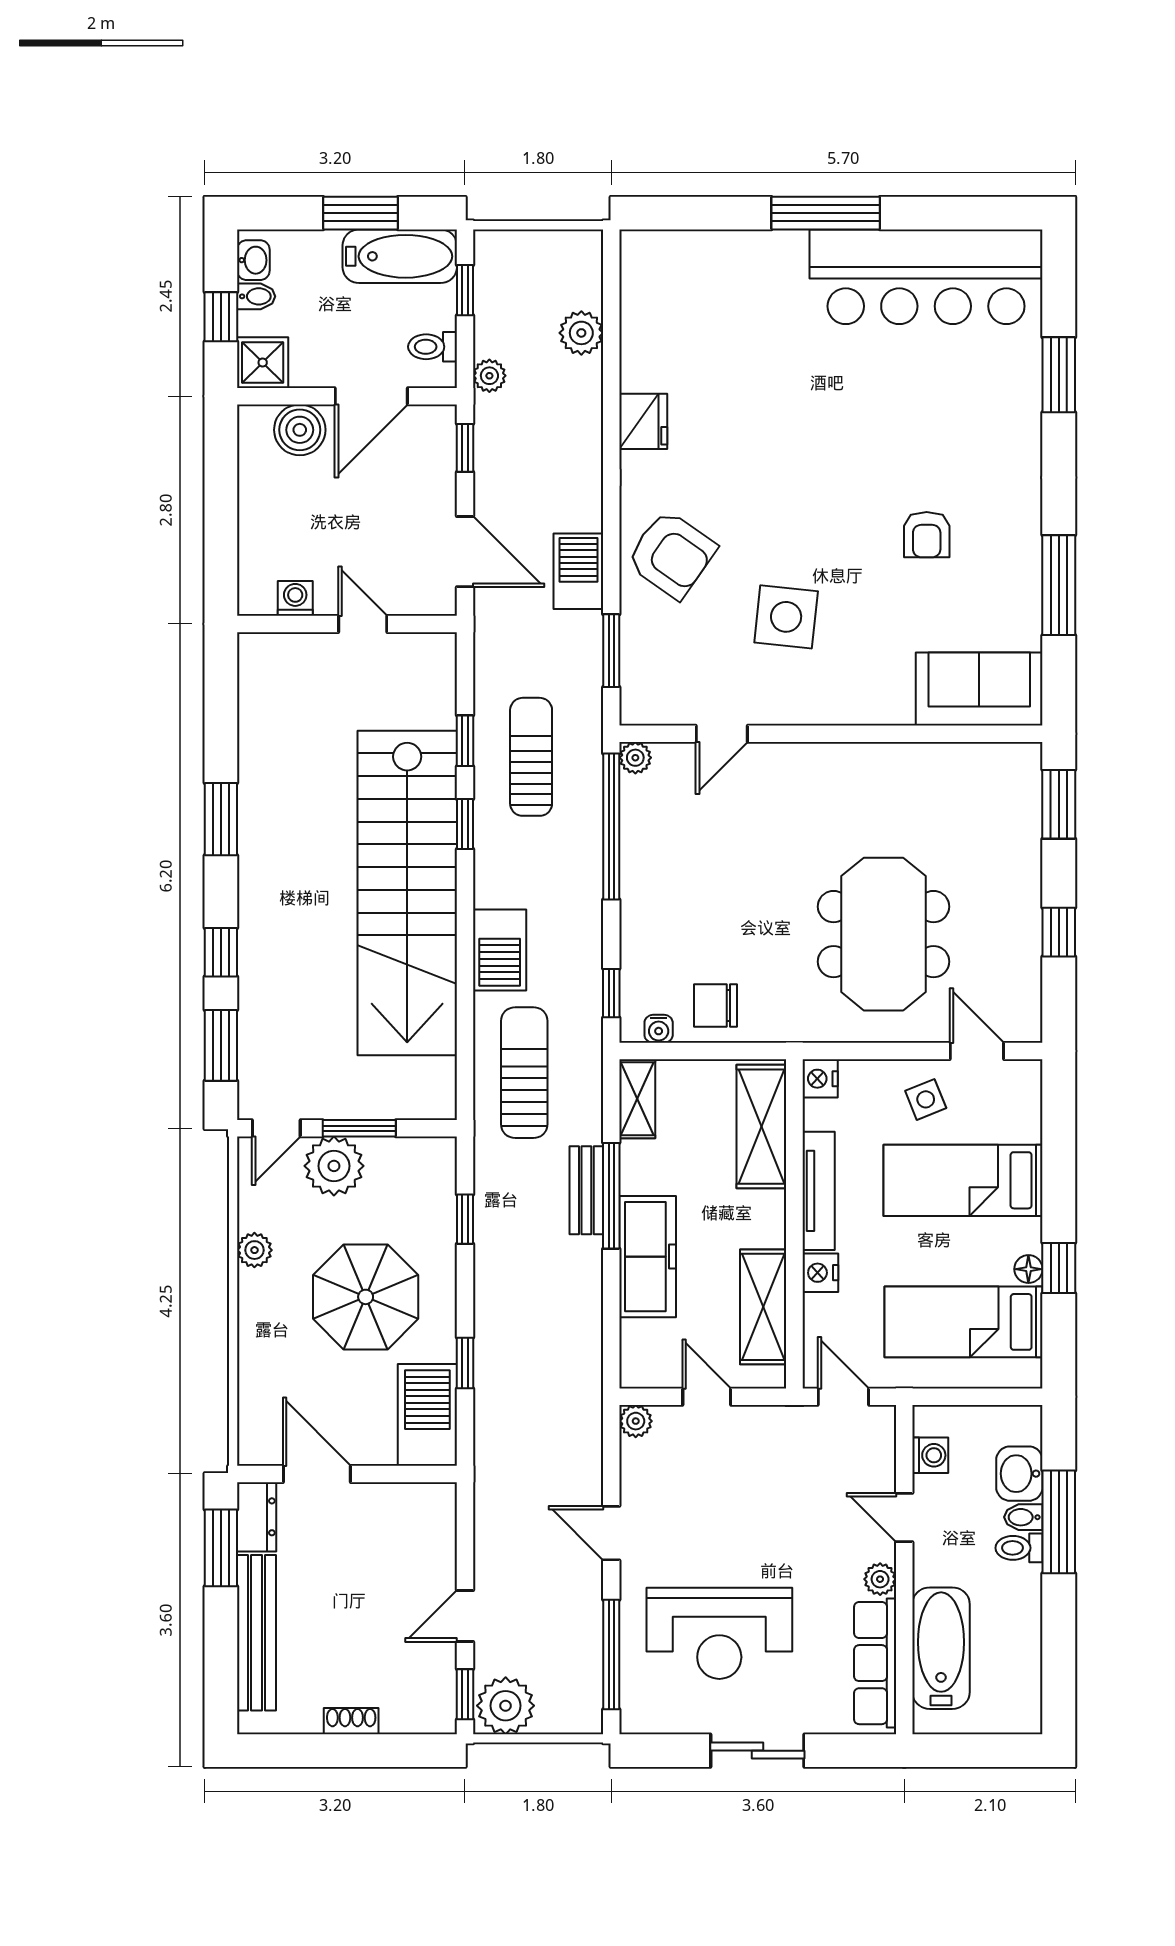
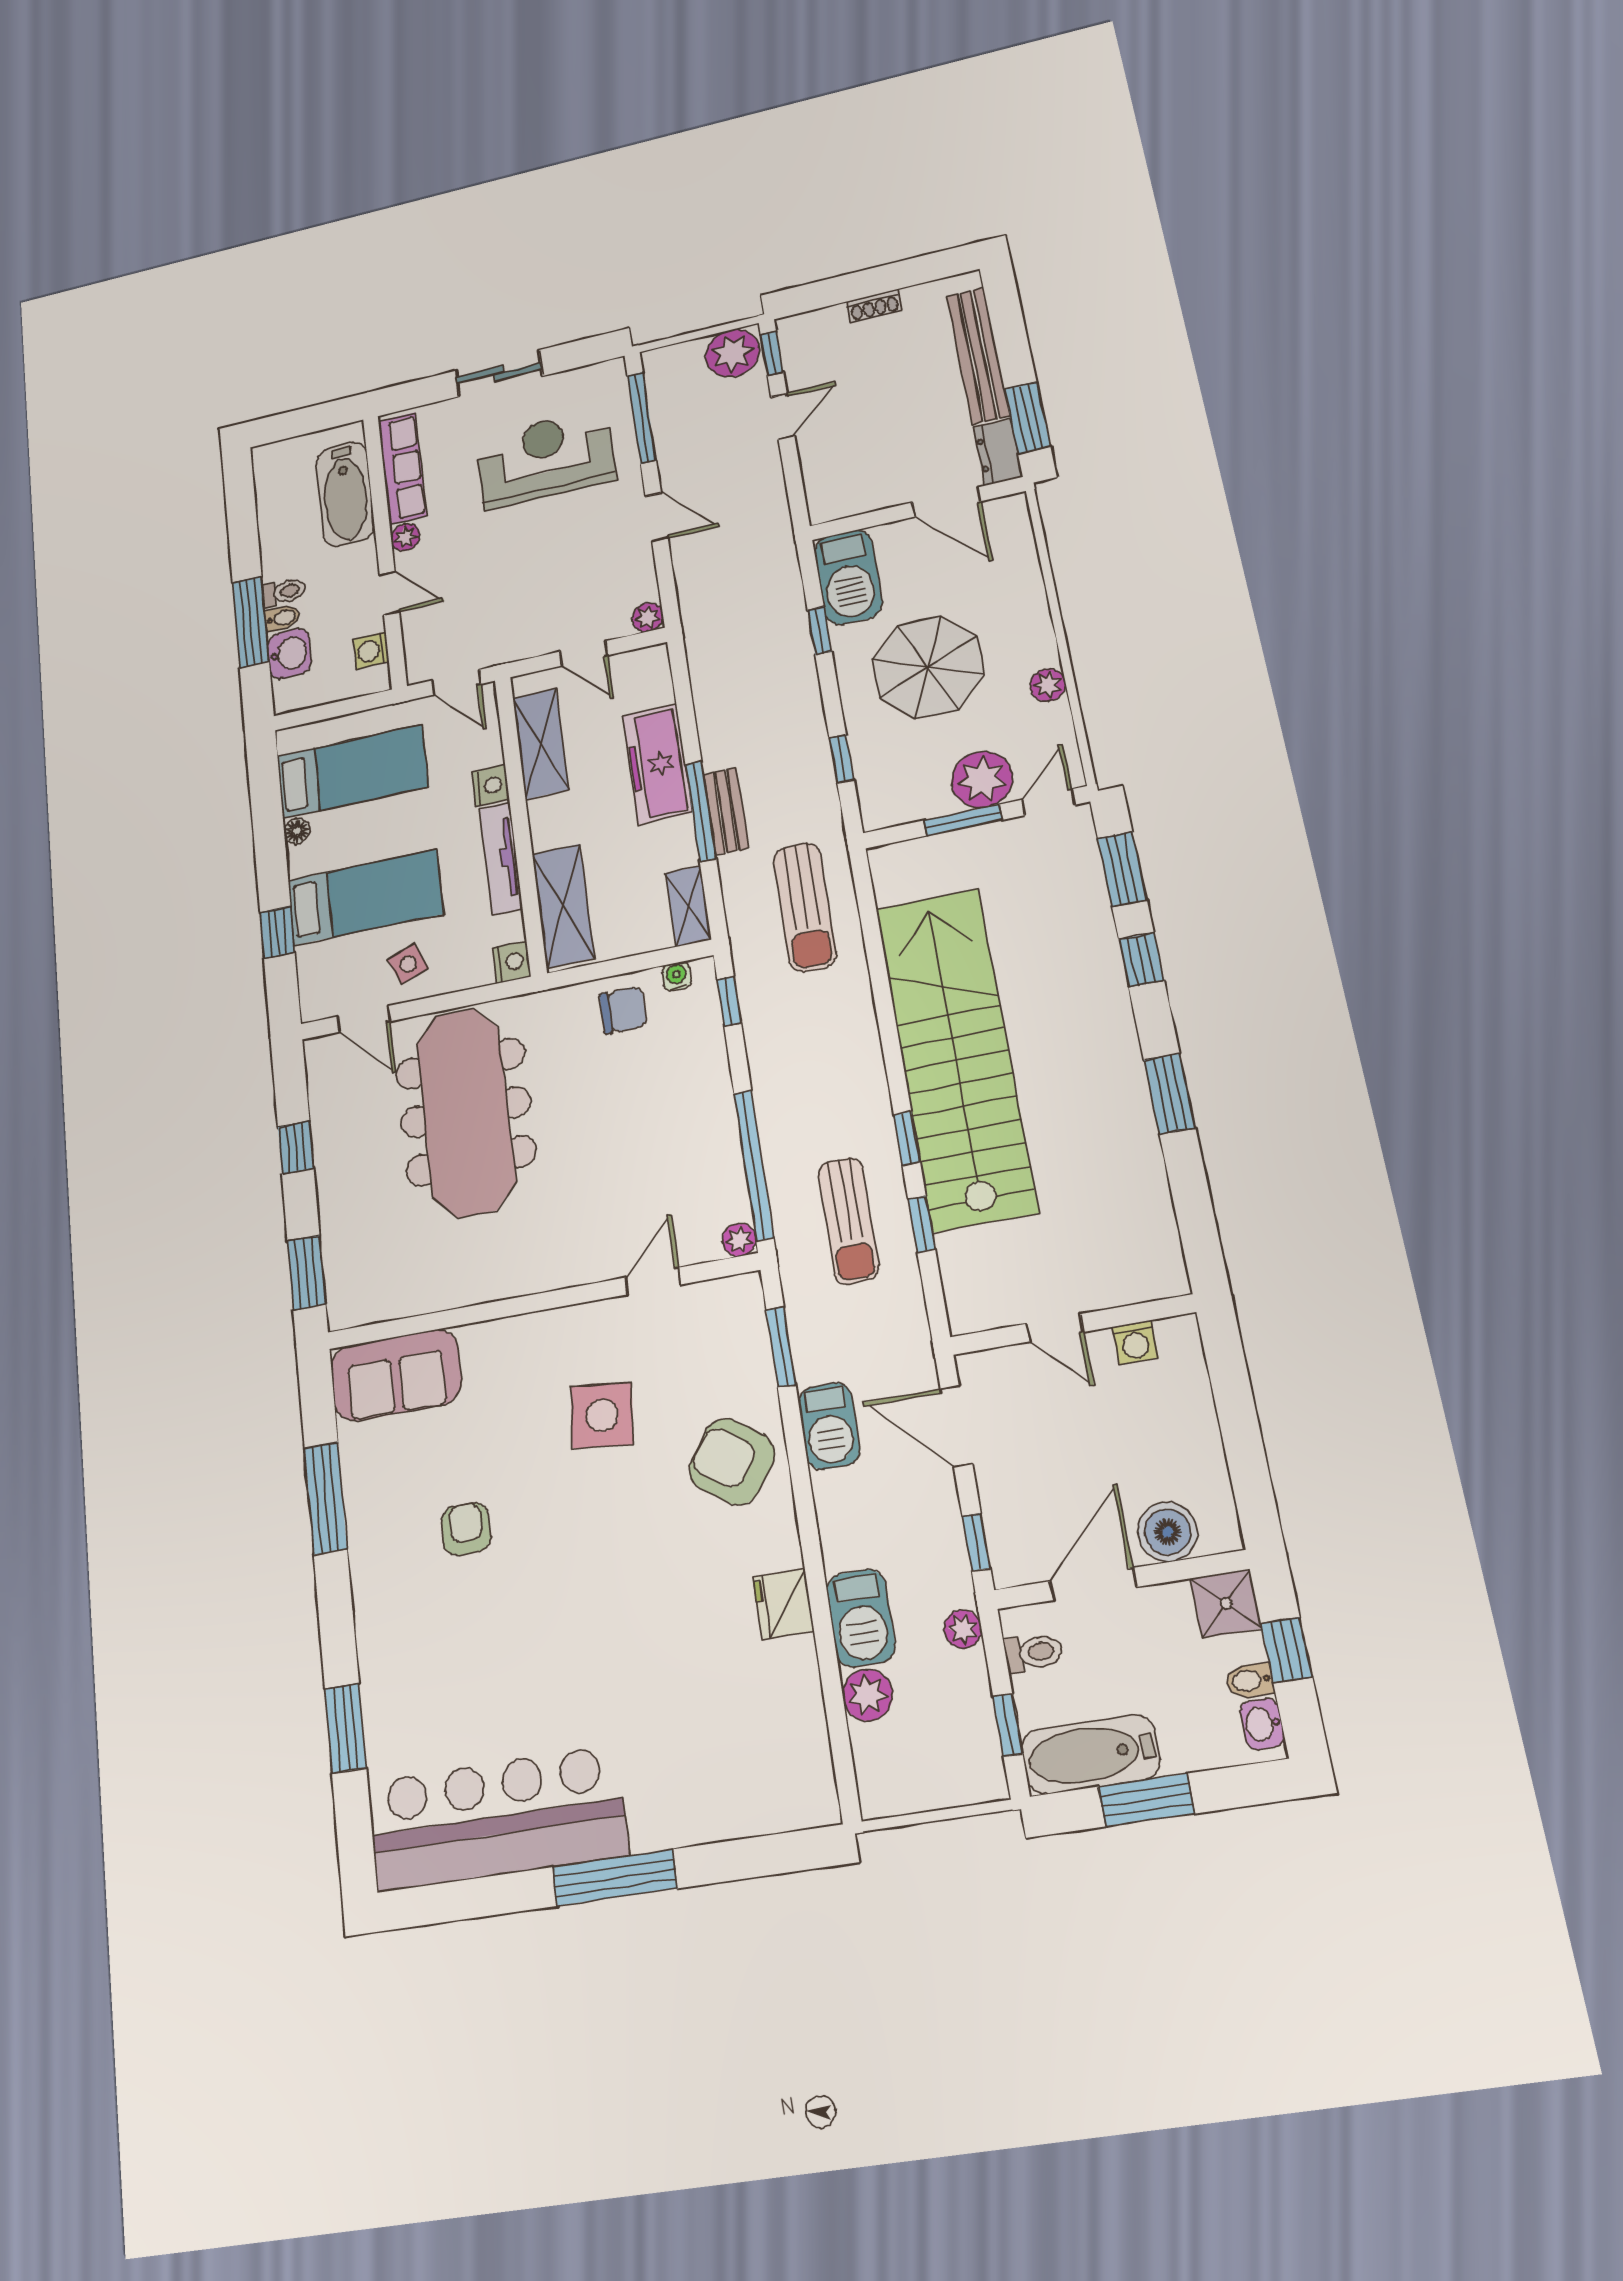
meeting table: (883, 934) -> (466, 1112), width x1.36
barbecue: (500, 950) -> (861, 1618), moved, turned 180
window: (1059, 1268) -> (277, 932), moved

